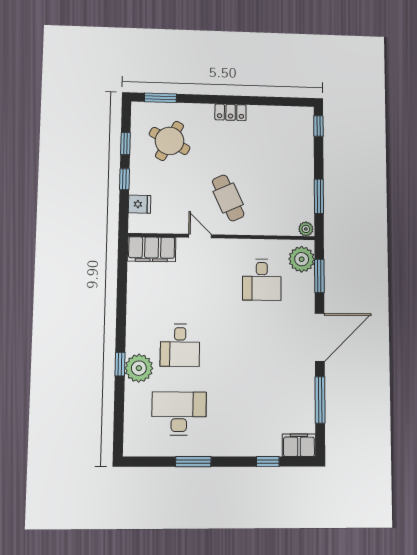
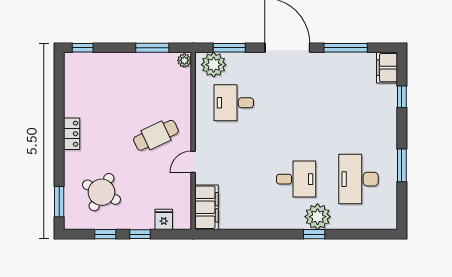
desk: (262, 280) -> (234, 103), turned 180

